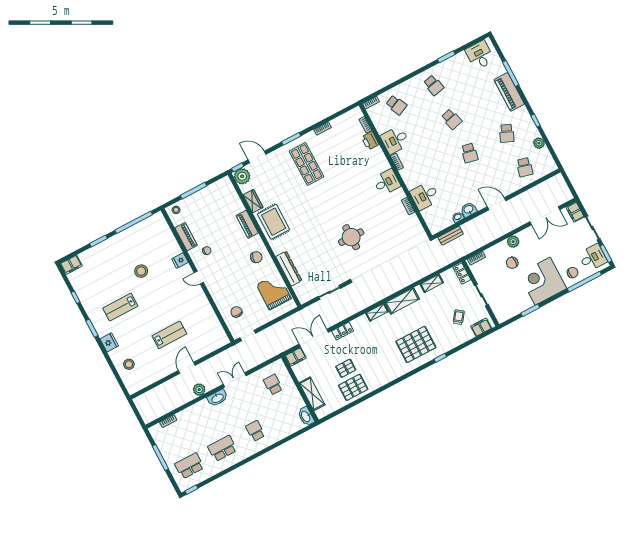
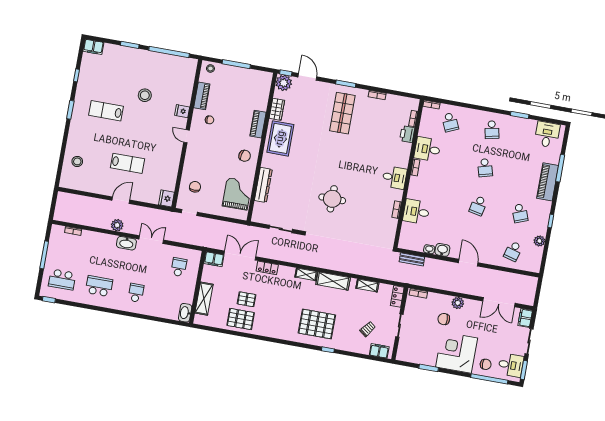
school desk: (507, 133) -> (520, 213), turned -45
fridge: (109, 342) -> (166, 198), moved, turned 180
school desk: (189, 466) -> (62, 279), turned 180

